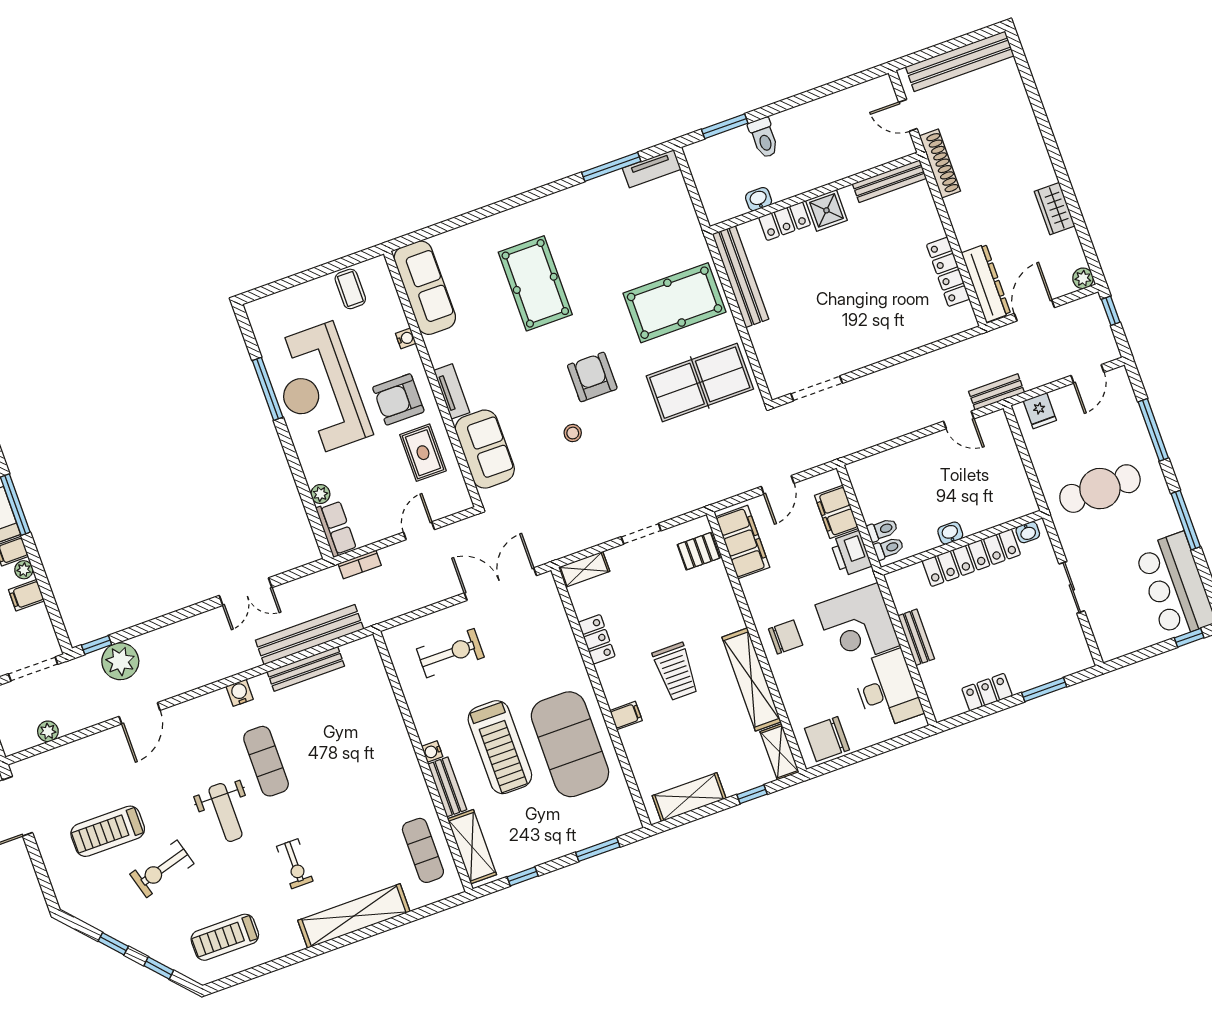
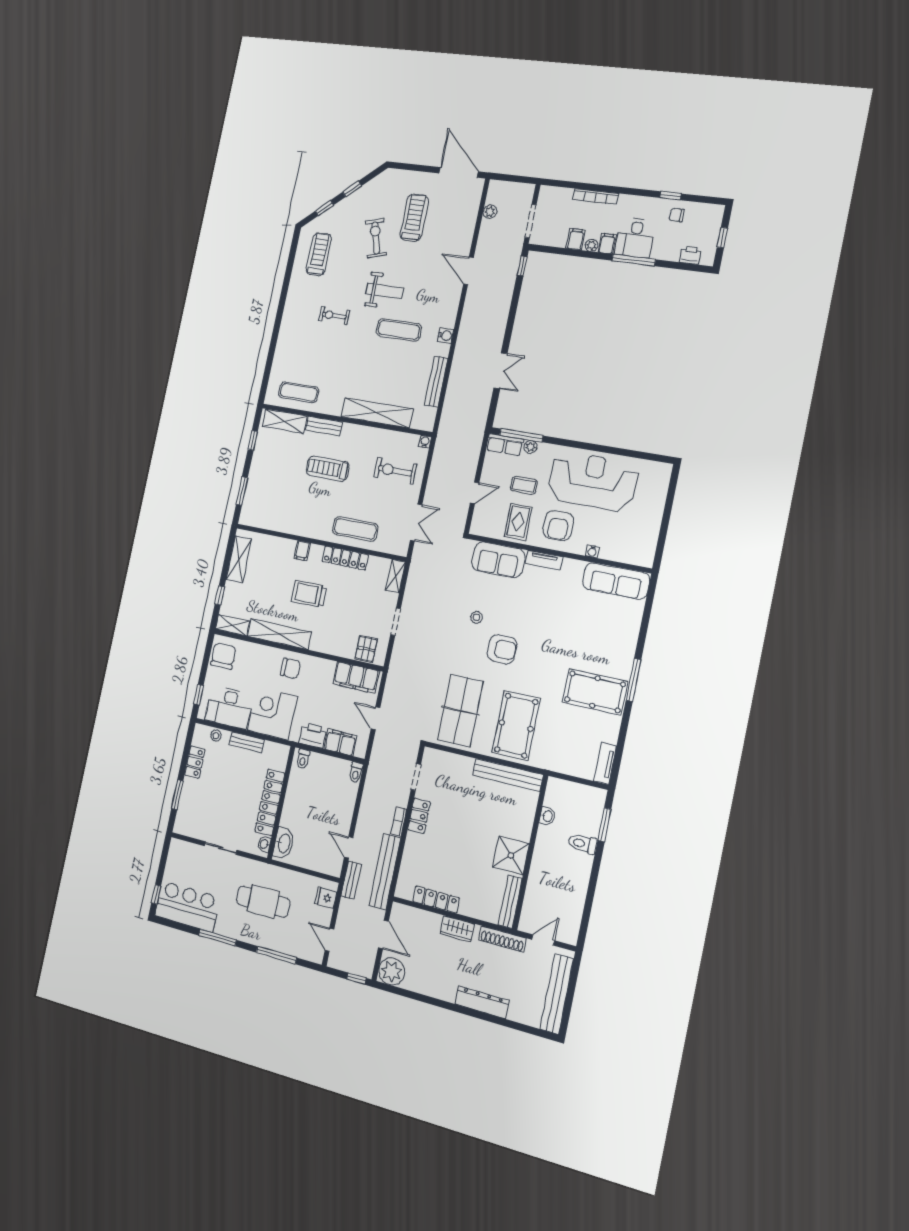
window: (611, 167) -> (633, 680), moved
wardrobe: (1055, 209) -> (457, 929), moved, turned 180
shower: (826, 210) -> (511, 855), width x1.36, depth x1.36
locker: (785, 221) -> (419, 816), moved, turned 180
plant: (1083, 278) -> (392, 971), width x1.88, depth x1.88
pool table: (535, 283) -> (595, 692), moved
dresser: (986, 283) -> (482, 1002), moved, turned 180
coffee table: (350, 289) -> (524, 485), moved
doorway: (817, 388) -> (416, 777), width x0.73
window: (268, 389) -> (521, 435), moved
armchair: (398, 399) -> (558, 526), turned 180
door: (959, 420) -> (349, 847), hinge flipped
rug: (423, 453) -> (518, 522), turned 90
cafe table: (1100, 489) -> (263, 902), turned 90
toilet: (882, 530) -> (356, 772), moved
door: (419, 531) -> (475, 493), hinge flipped
washbasin: (950, 533) -> (284, 843), moved, width x1.91, depth x1.45
bookcase: (360, 564) -> (399, 821), moved
double door: (500, 584) -> (416, 523), width x0.73
double door: (246, 592) -> (501, 371), swing flipped
bench: (310, 635) -> (385, 871), moved
chair: (786, 637) -> (290, 668), turned -90
locker: (597, 639) -> (345, 558), width x1.53
exercise bike: (450, 653) -> (395, 471), turned 90
plant: (120, 661) -> (505, 275), removed
stool: (935, 684) -> (216, 736), added
window: (898, 742) -> (199, 695), added
exercise mat: (570, 744) -> (355, 529), moved, width x0.50, depth x0.69
treadmill: (500, 747) -> (328, 469), width x0.73, depth x0.73
water cooler: (432, 751) -> (425, 442), moved
weight bench: (225, 812) -> (385, 291), turned 180
shelving: (354, 916) -> (377, 413), moved, turned 90

